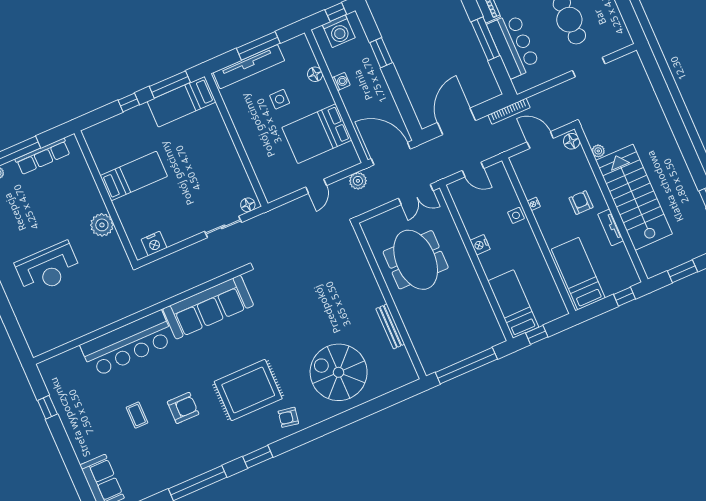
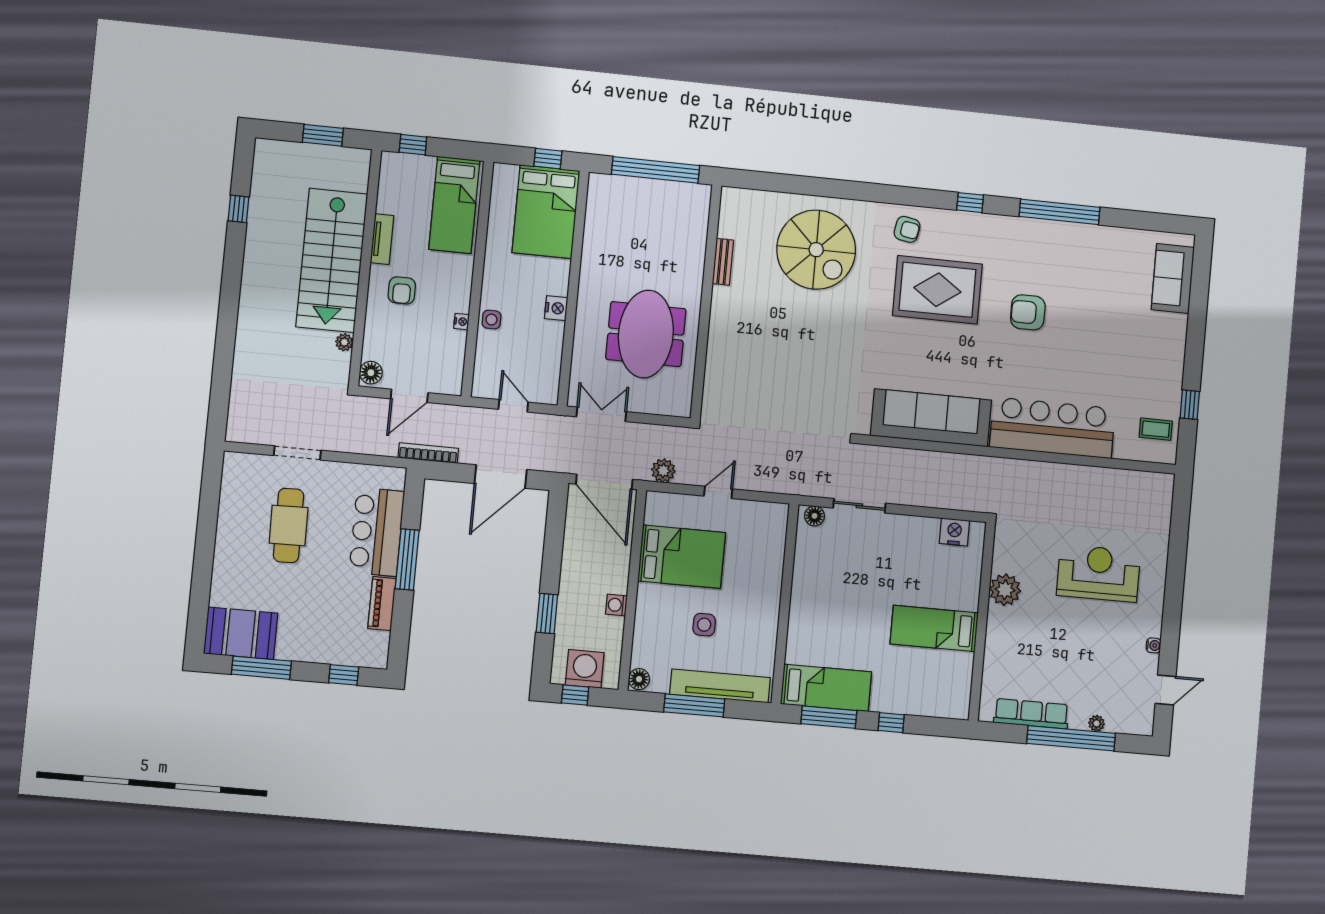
floor lamp: (315, 74) -> (639, 679), moved
door: (540, 140) -> (409, 396), hinge flipped
bed: (513, 304) -> (546, 212), width x1.50
bench: (390, 326) -> (723, 262), width x0.73
coffee table: (137, 415) -> (1156, 429), moved, turned 90
window: (258, 457) -> (970, 203), width x0.67

